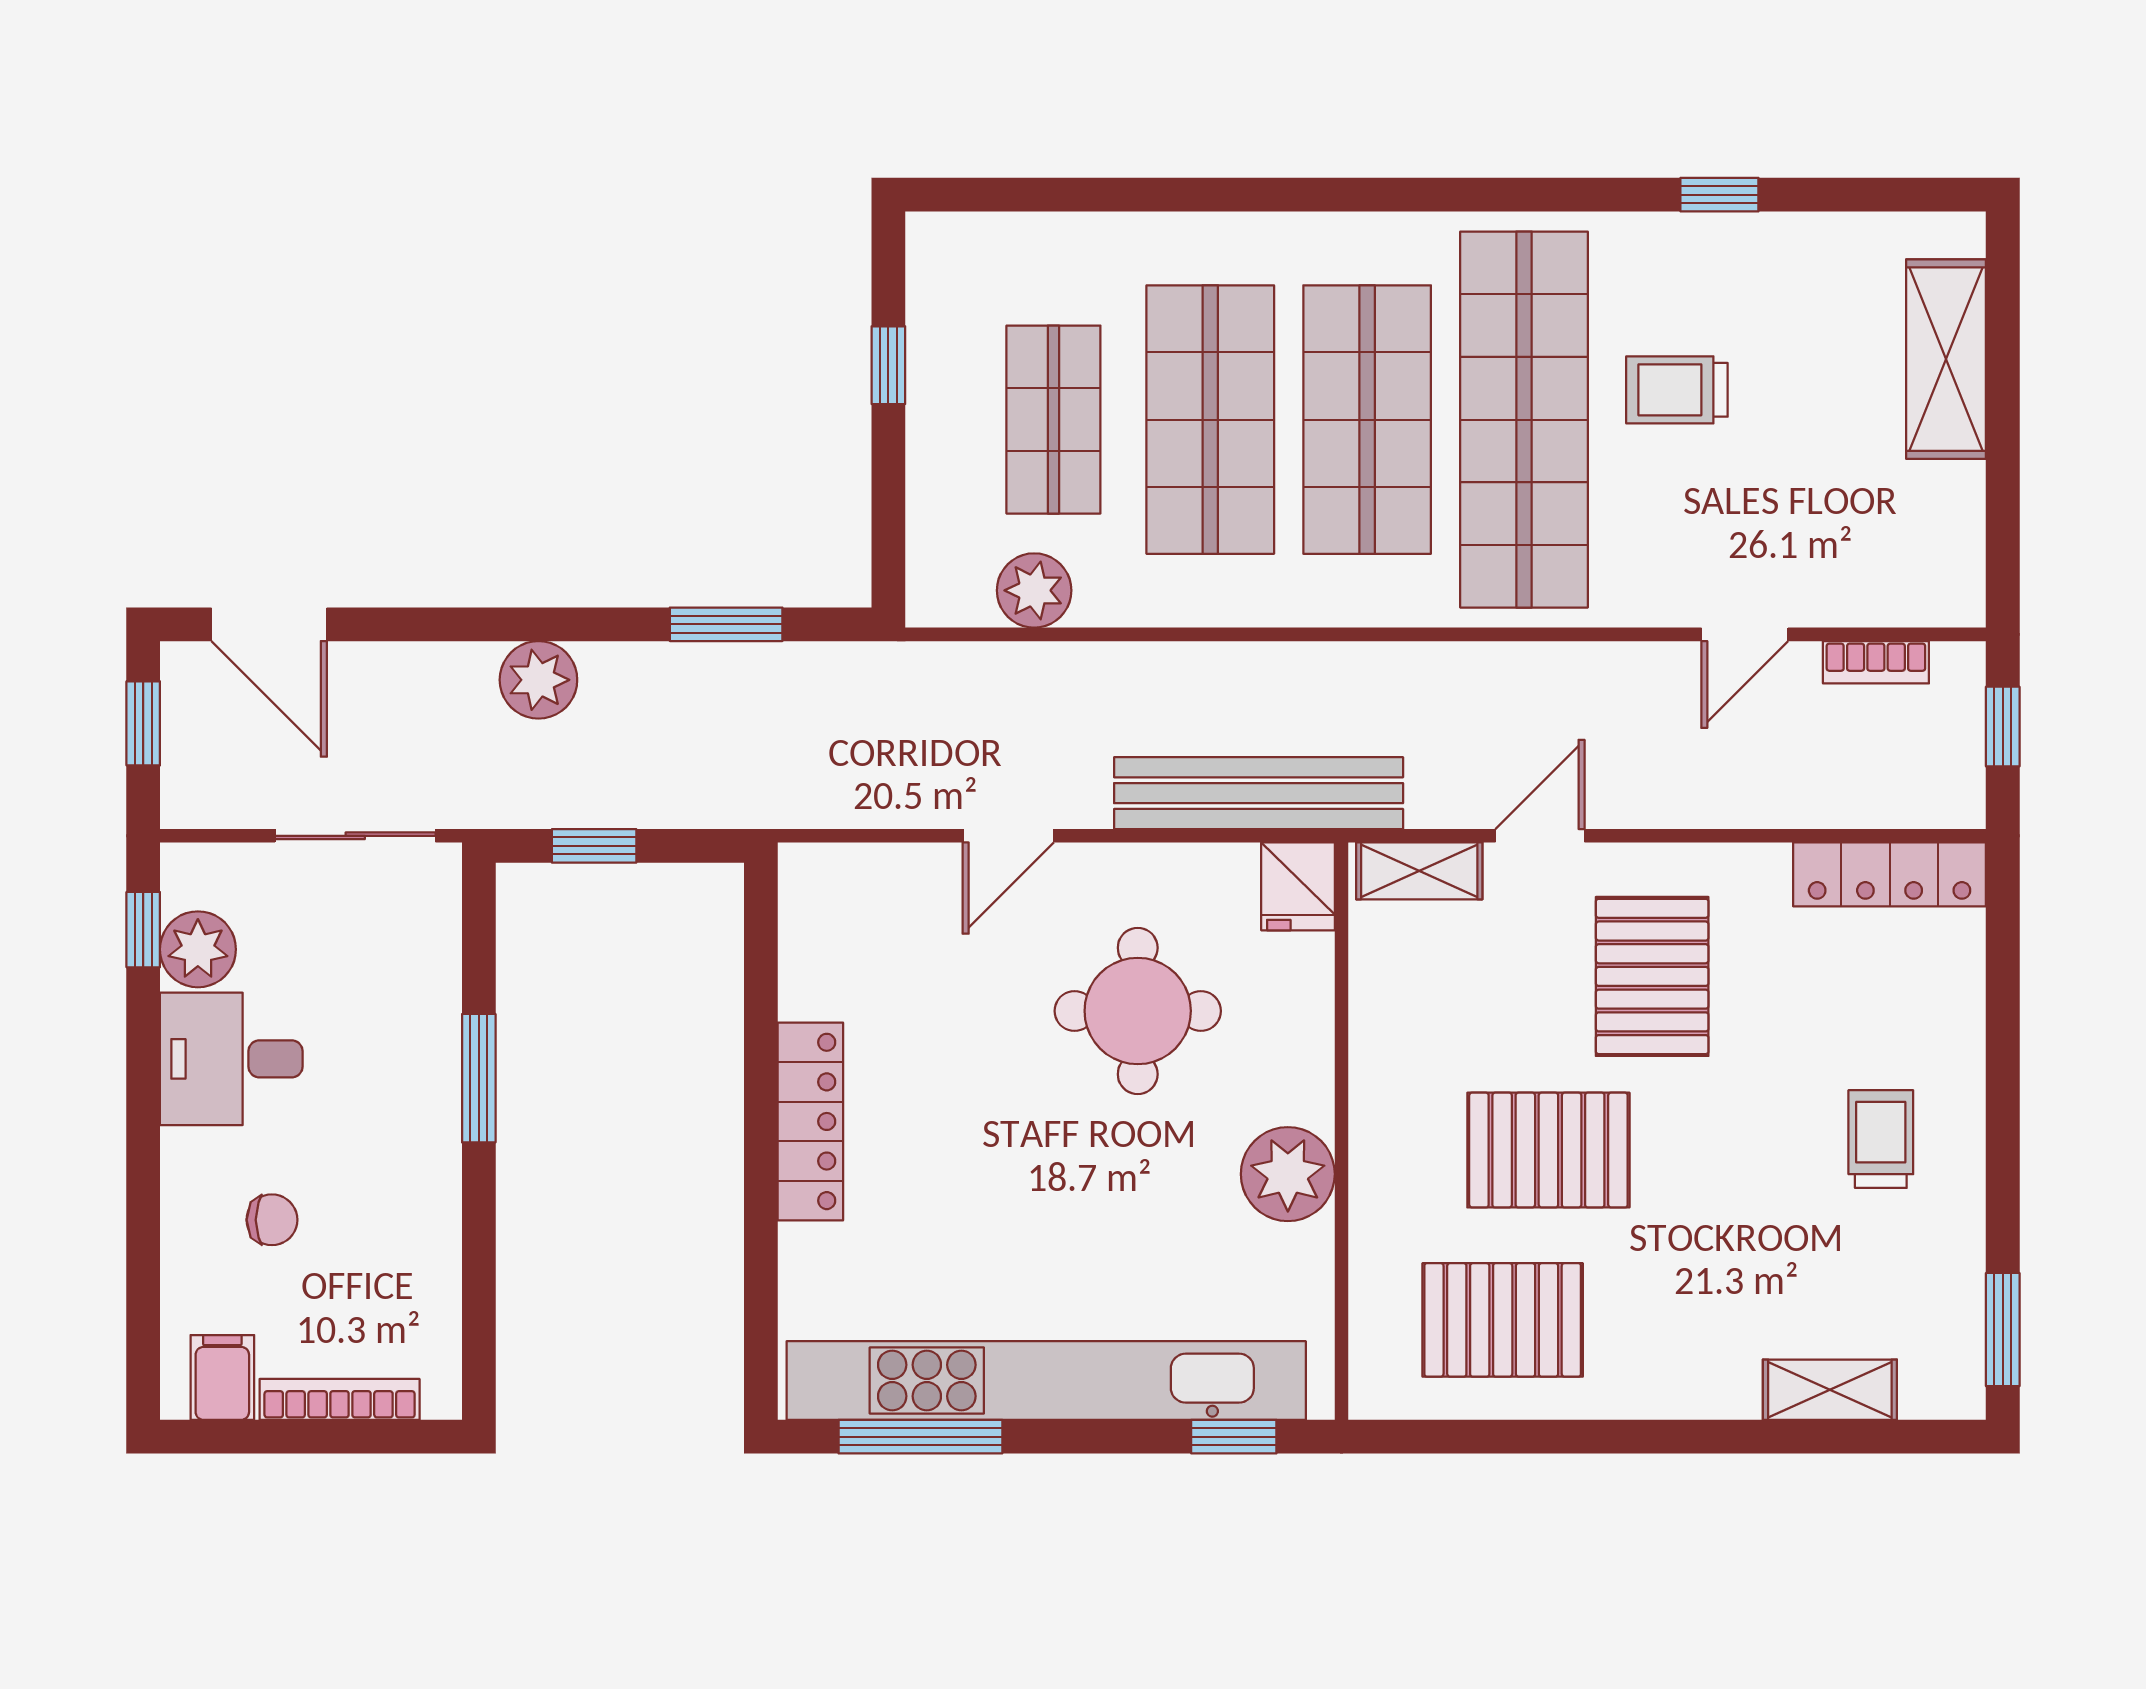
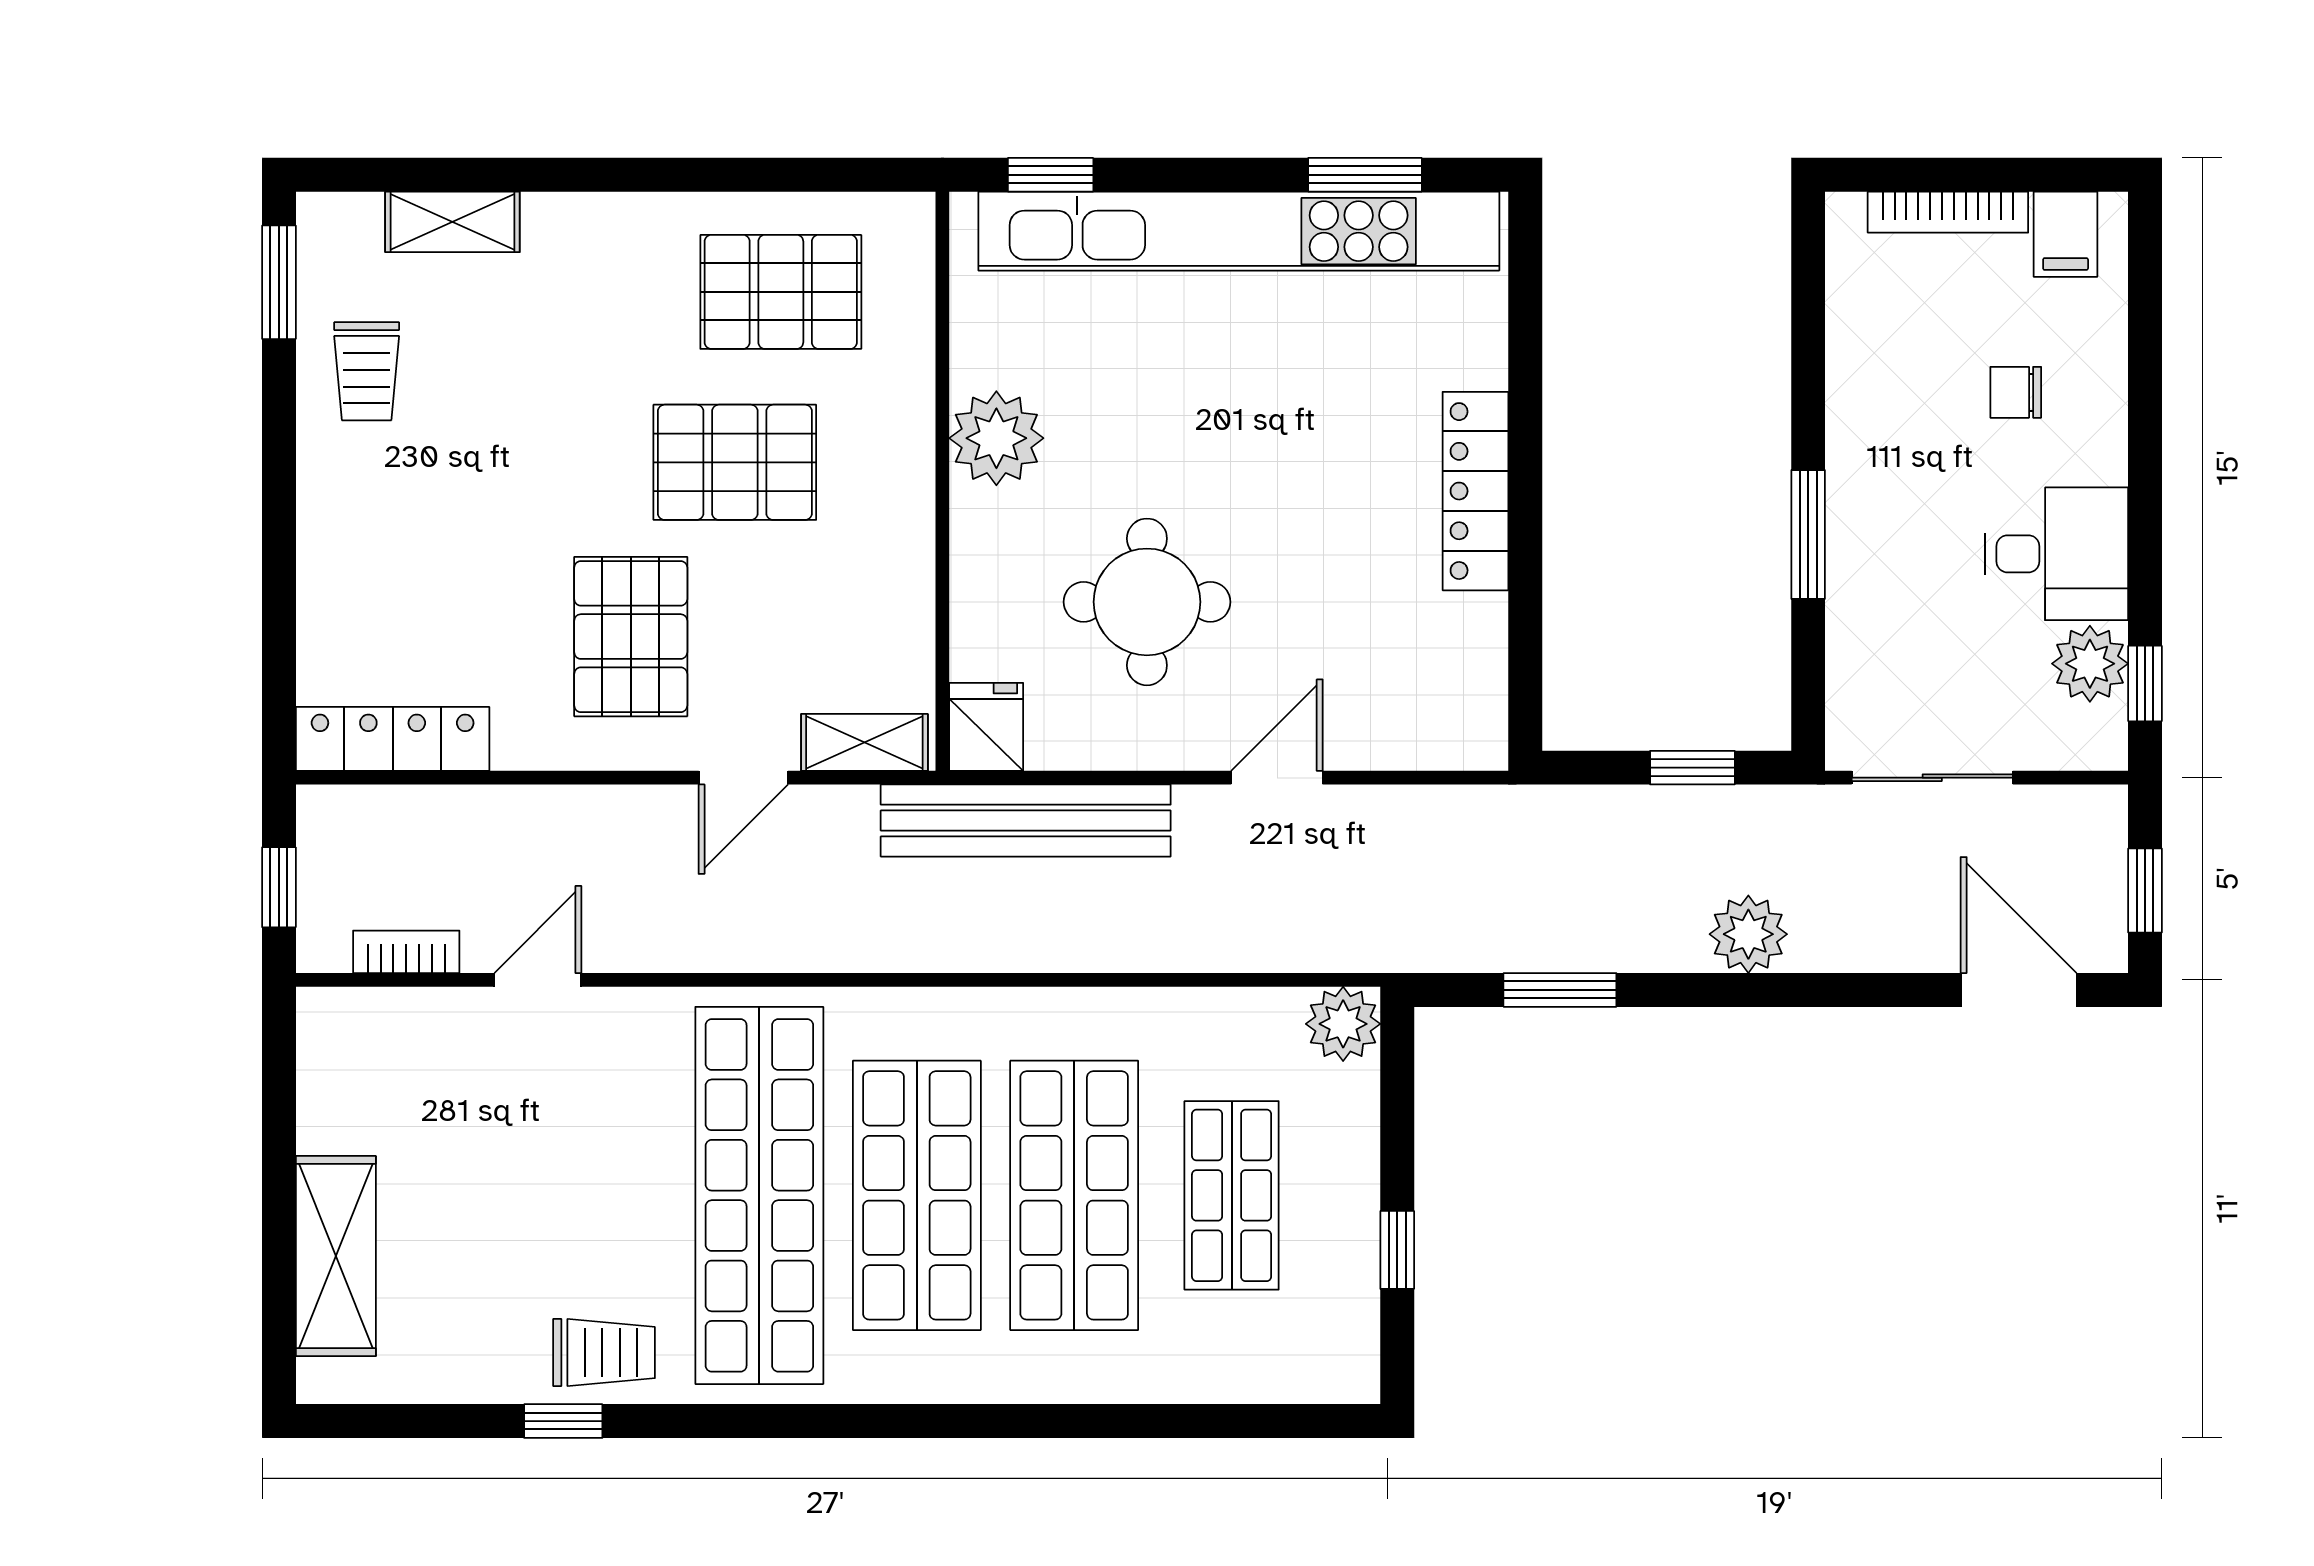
trolley: (1677, 390) -> (604, 1353), moved
plant: (1034, 590) -> (1343, 1024), moved
trolley: (1881, 1139) -> (367, 371), moved
window: (920, 1437) -> (1365, 175), width x0.69

